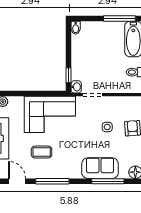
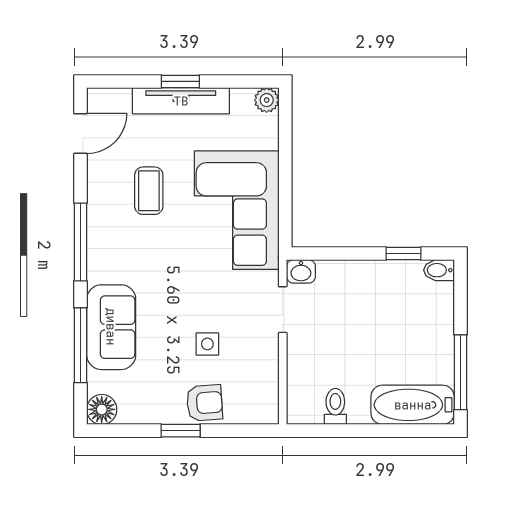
window: (69, 75) -> (403, 254), moved
window: (52, 181) -> (81, 242), moved

